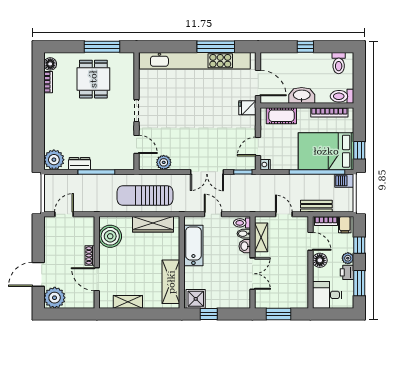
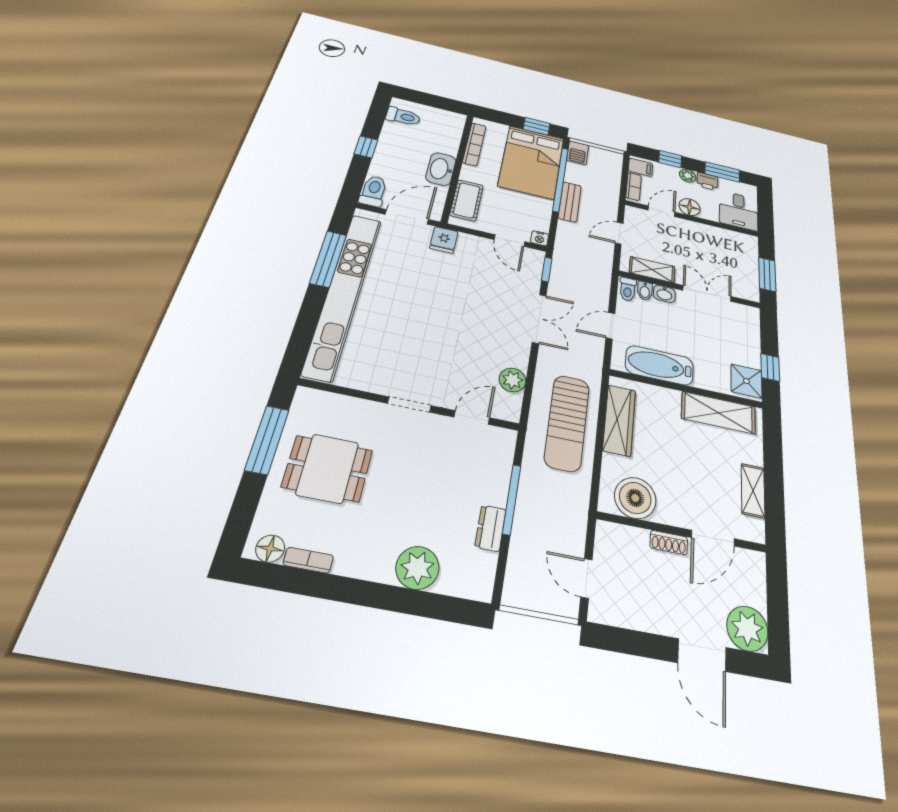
toilet: (342, 96) -> (373, 191), moved, turned 180
plant: (54, 160) -> (417, 568), moved
bench: (316, 206) -> (570, 202), moved

